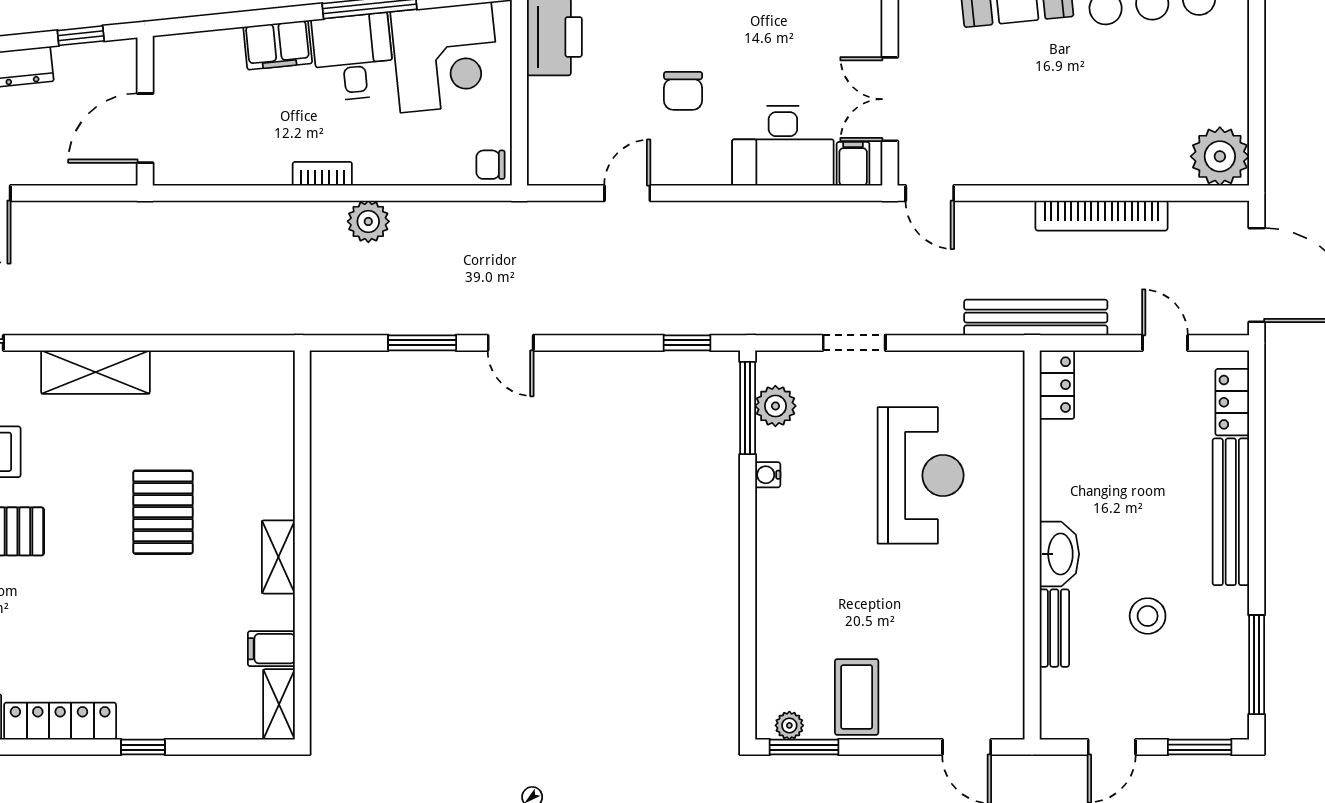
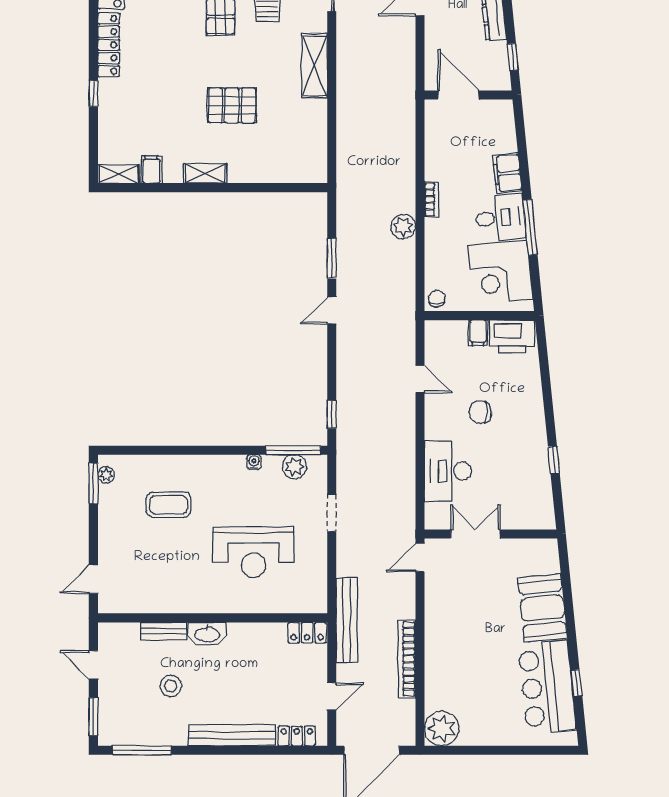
filing cabinet: (853, 164) -> (478, 333), moved, turned 90
coffee table: (857, 697) -> (169, 505), moved

